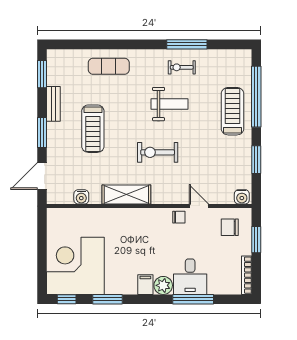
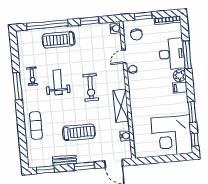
window: (187, 44) -> (18, 86), moved
desk: (190, 277) -> (172, 54), width x1.37

